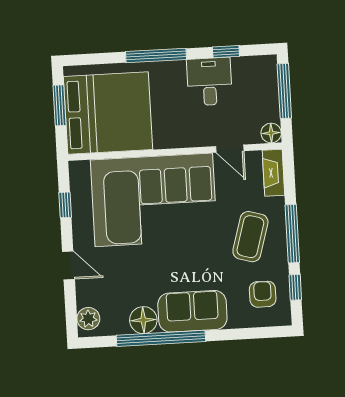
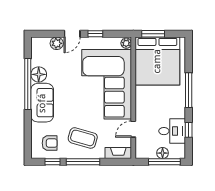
desk: (209, 82) -> (172, 131), moved
window: (60, 105) -> (153, 34), moved
floor lamp: (271, 133) -> (163, 153), moved
plant: (80, 170) -> (126, 43), added
window: (65, 205) -> (95, 34), moved
plant: (88, 319) -> (57, 43), moved

